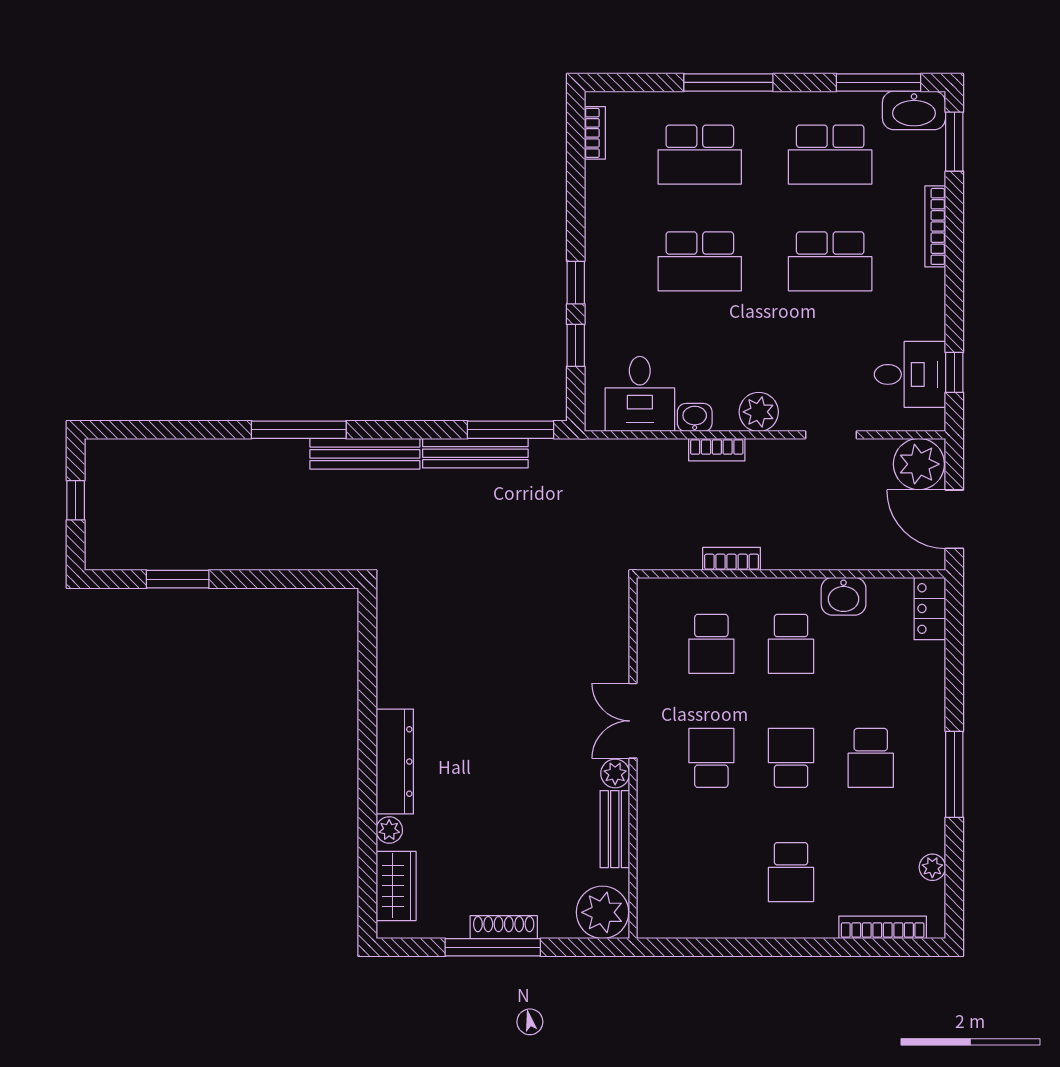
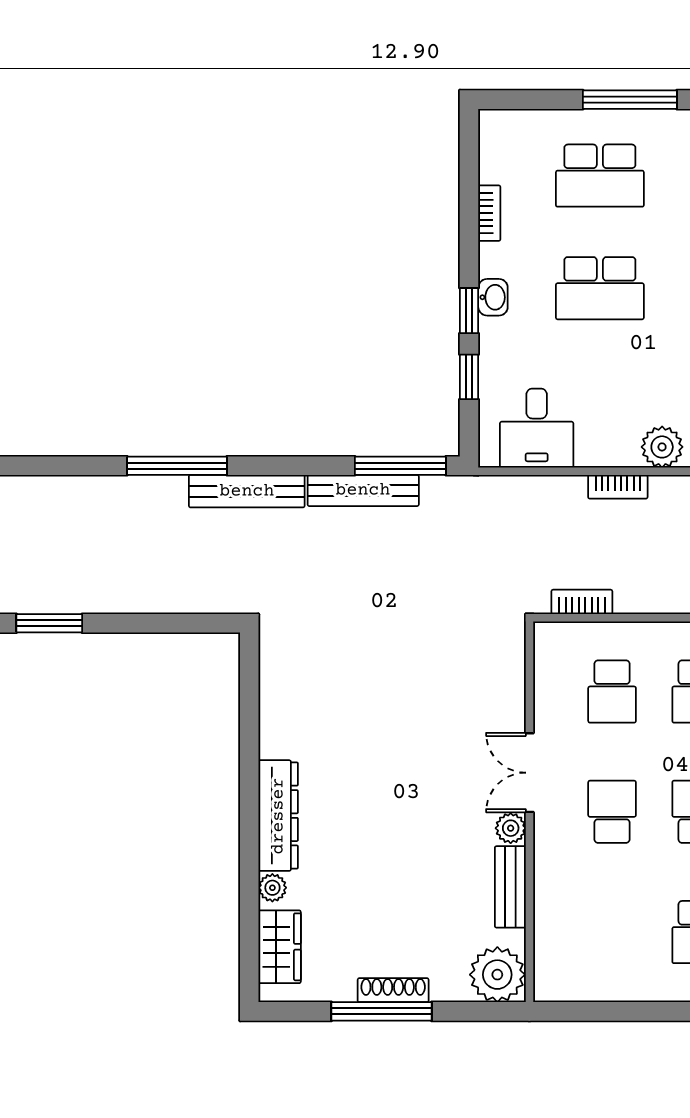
bookcase: (595, 133) -> (489, 213), moved
washbasin: (695, 417) -> (493, 297), moved, turned 90
bookcase: (732, 559) -> (582, 602), moved

